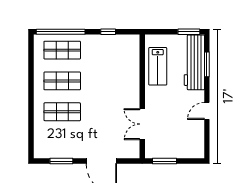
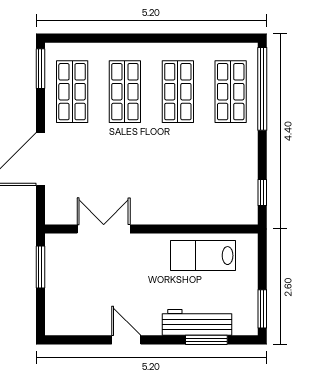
window: (108, 32) -> (262, 193), moved
workbench: (194, 62) -> (197, 322), width x0.73, depth x0.76
shop shelf: (62, 143) -> (72, 92), added
window: (61, 161) -> (40, 69), moved

